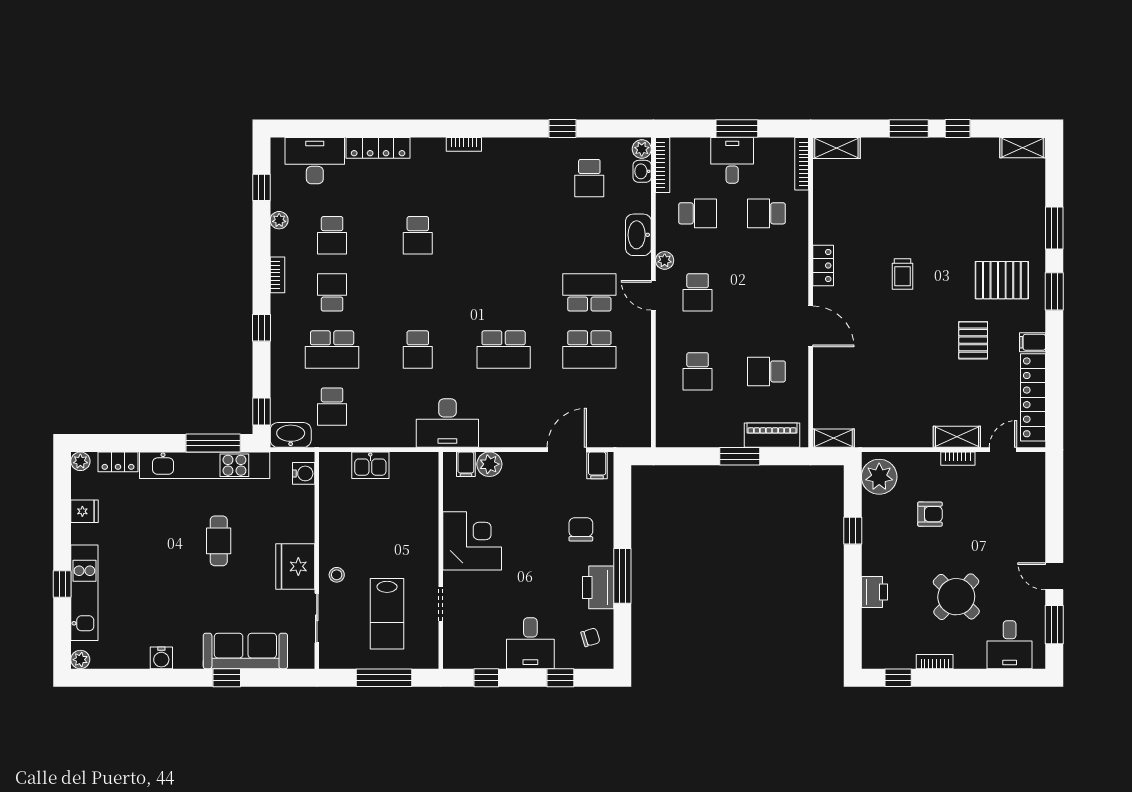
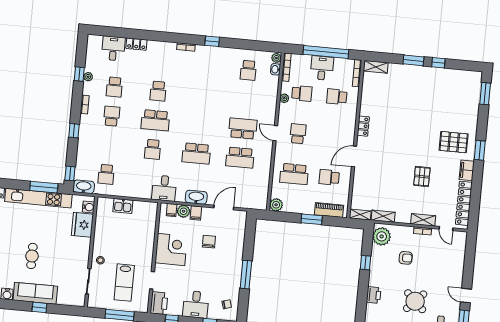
window: (563, 129) -> (212, 41), moved
window: (737, 129) -> (326, 52), width x2.11
locker: (378, 148) -> (136, 44), width x0.66
shelving: (1023, 148) -> (383, 216), moved
desk: (315, 161) -> (113, 48), width x0.73
window: (261, 187) -> (79, 74), moved
window: (1054, 228) -> (485, 94), moved
washbasin: (638, 235) -> (196, 197), moved, turned 90
plant: (665, 260) -> (284, 98), moved
trolley: (903, 274) -> (403, 134), removed
school desk: (698, 292) -> (298, 134), turned 180
door: (811, 326) -> (354, 156), swing flipped
pallet: (973, 340) -> (422, 176), moved
filing cabinet: (1032, 342) -> (467, 170), width x2.00
school desk: (332, 350) -> (155, 120), moved
school desk: (698, 371) -> (294, 174), width x1.85
desk: (447, 423) -> (164, 188), width x0.73
plant: (668, 435) -> (276, 205), added
door: (1003, 450) -> (446, 229), swing flipped
filing cabinet: (597, 465) -> (196, 213), moved
chair: (581, 529) -> (209, 242), moved
cafe table: (219, 541) -> (32, 256), moved
fridge: (295, 566) -> (82, 225), moved
printer: (598, 587) -> (159, 303), moved, turned 180
sofa: (245, 651) -> (35, 293), moved

